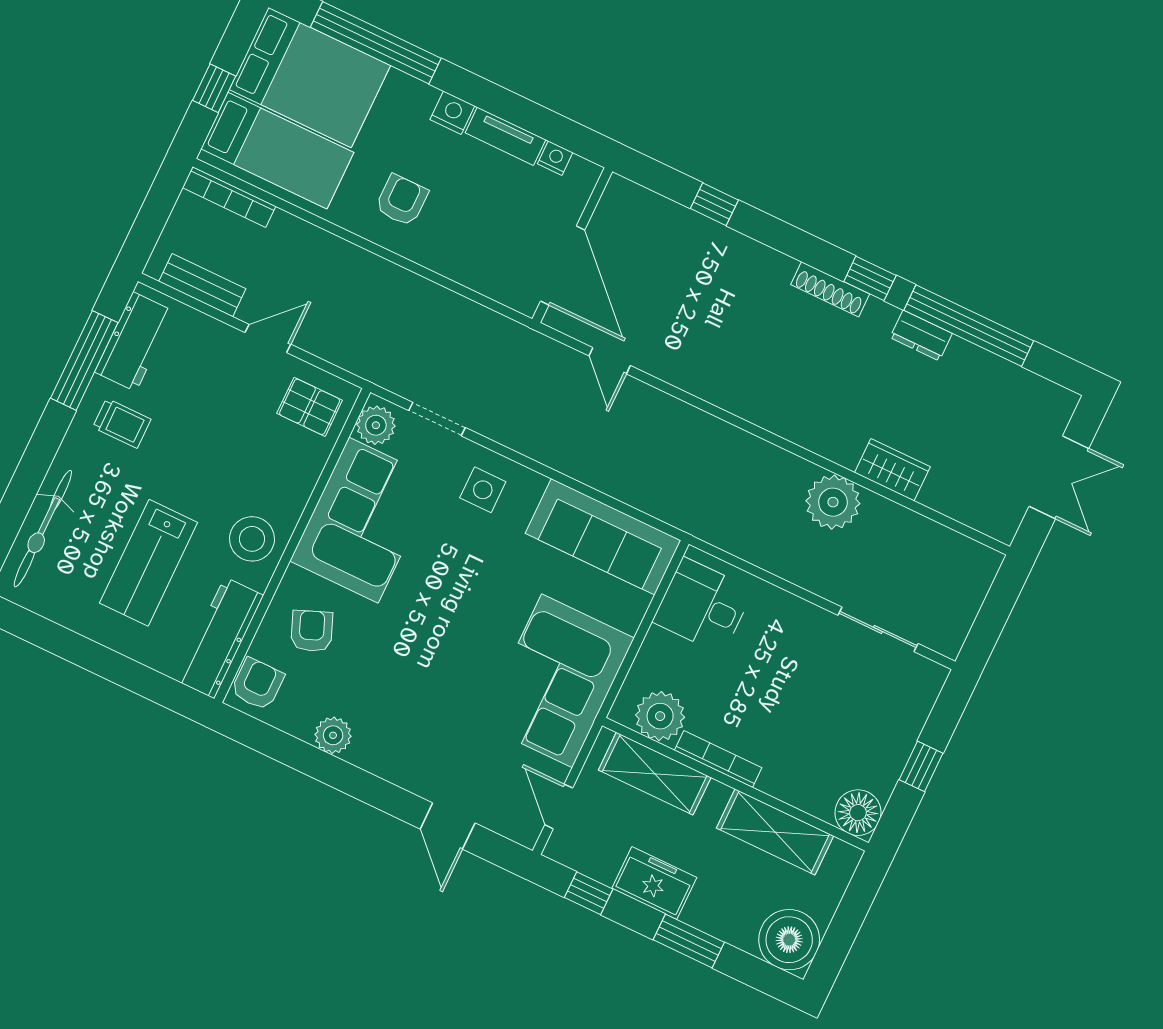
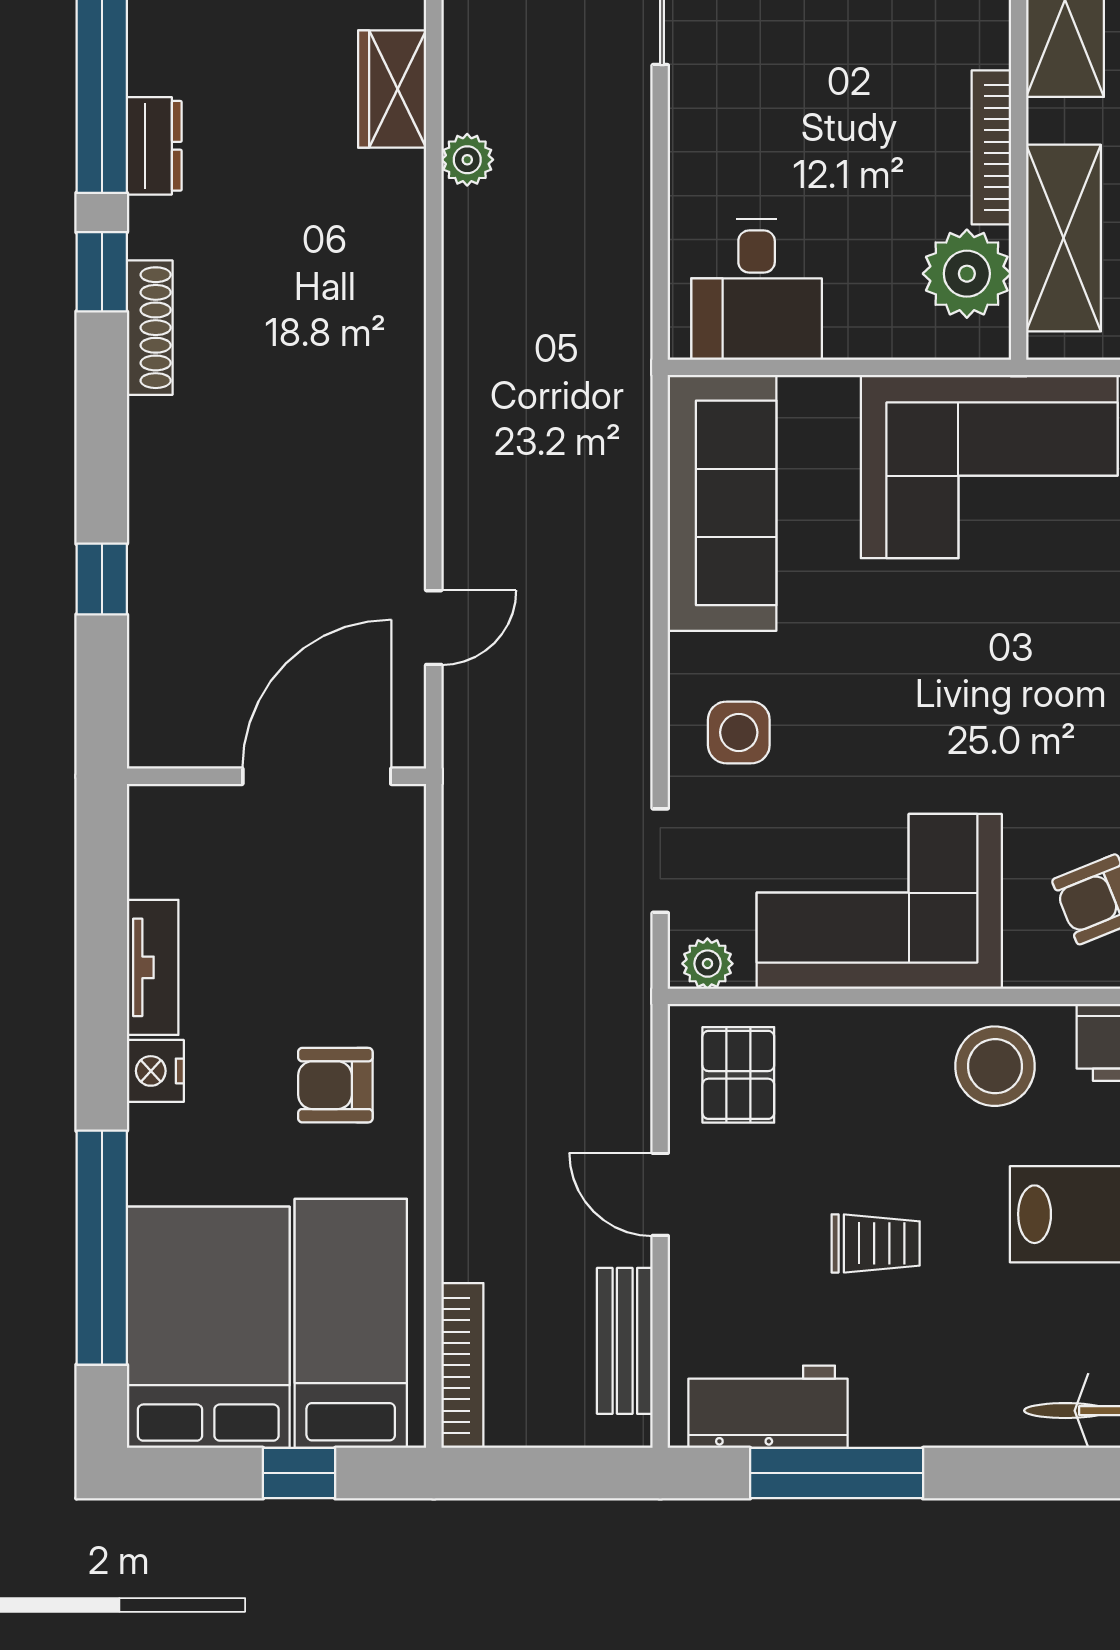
nightstand: (555, 158) -> (150, 871), removed
trolley: (122, 423) -> (876, 1243), moved, turned 90
plant: (376, 425) -> (707, 964), width x0.73, depth x0.73
plant: (833, 502) -> (467, 160), width x0.53, depth x0.53

